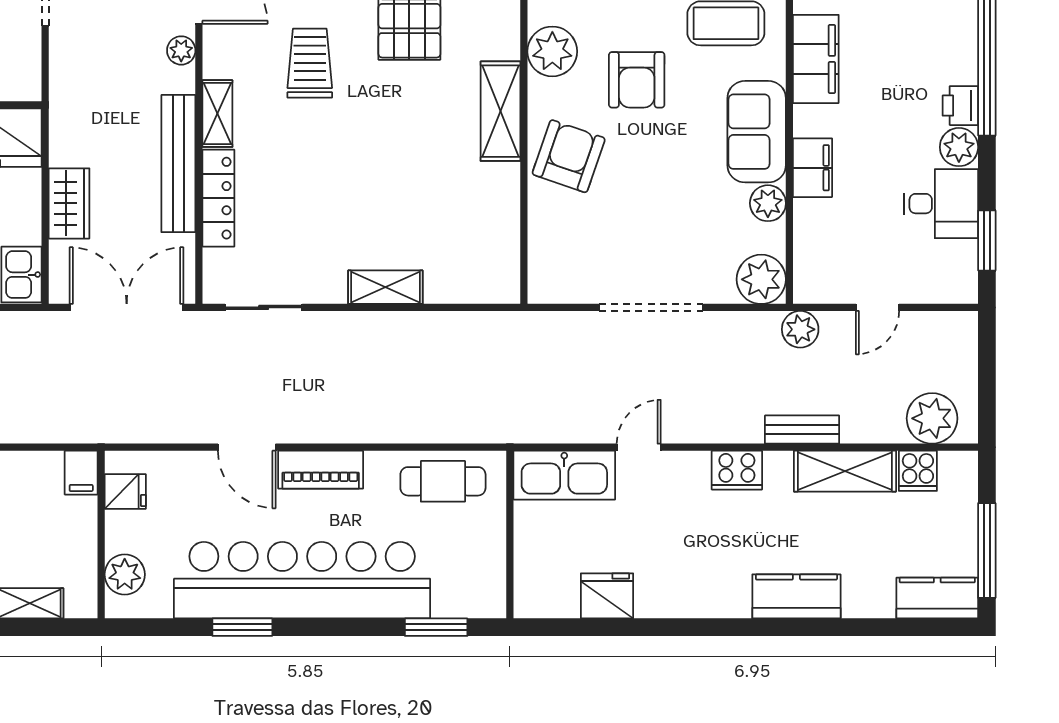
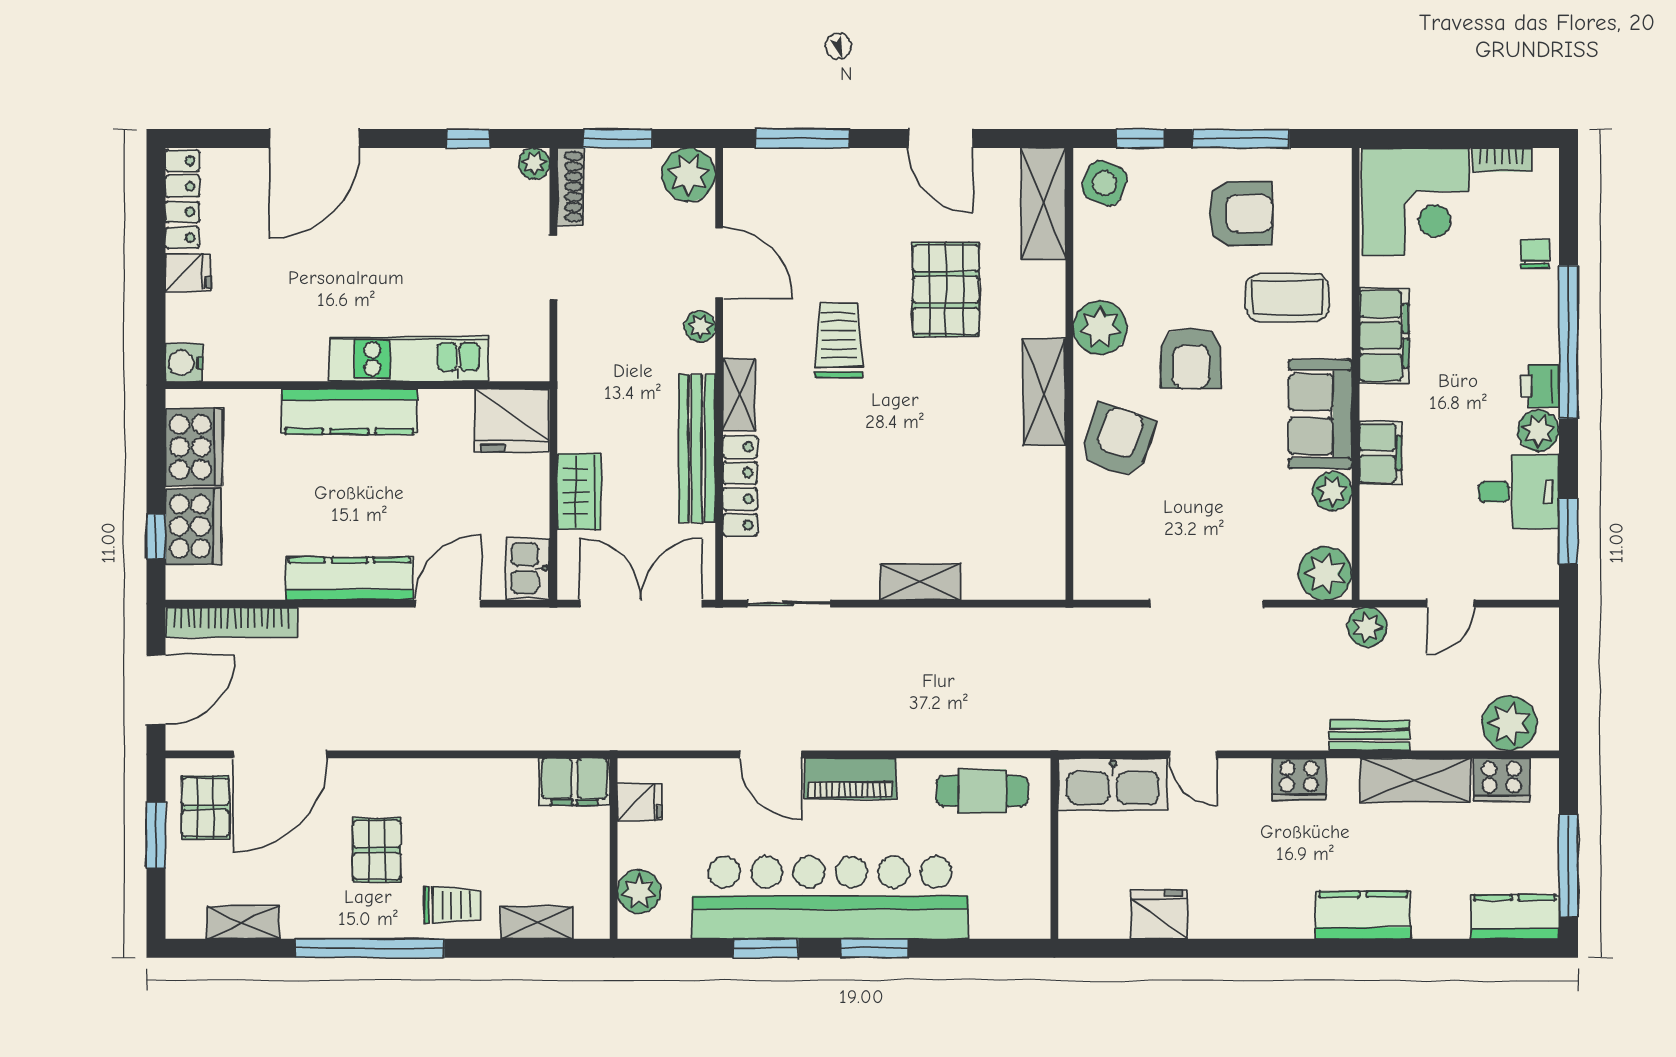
door: (639, 447) -> (1193, 754), swing flipped
cooker: (918, 471) -> (1502, 780), width x1.36
filing cabinet: (81, 473) -> (574, 782), width x2.00
window: (436, 627) -> (875, 948), moved

